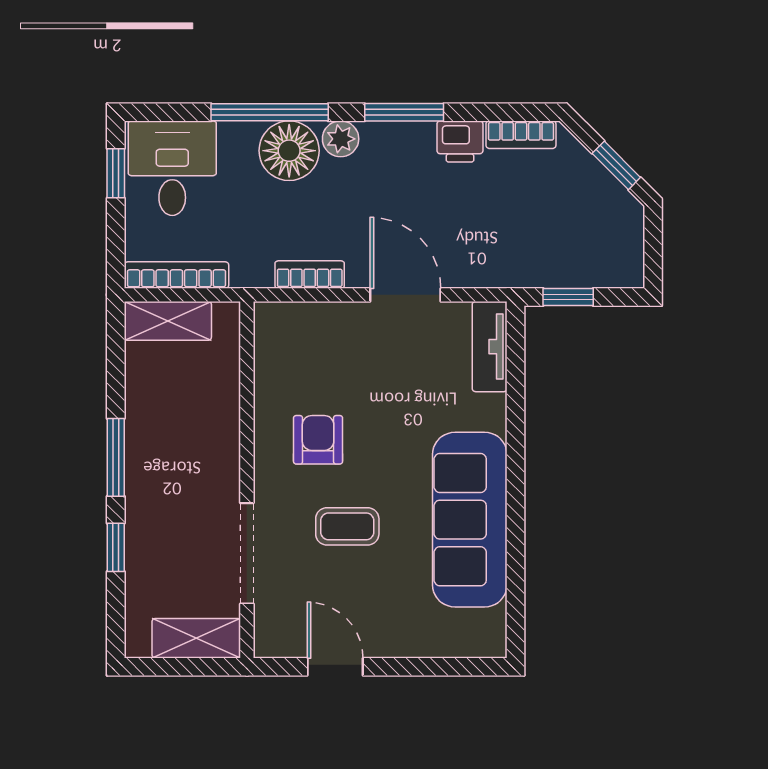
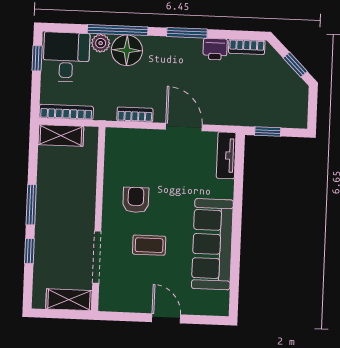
plant: (341, 139) -> (101, 43), moved
door: (335, 667) -> (166, 318), moved

